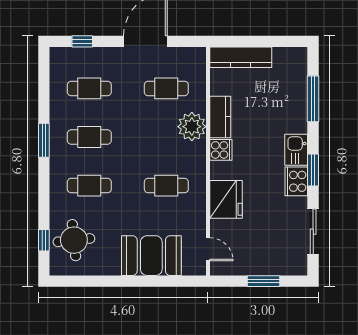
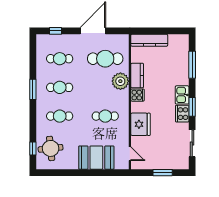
cafe table: (166, 88) -> (105, 59), width x1.37, depth x1.35

